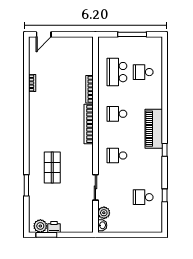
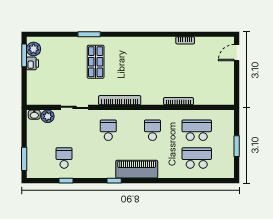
door: (44, 34) -> (237, 53), hinge flipped
window: (132, 34) -> (237, 146), width x0.69
school desk: (143, 72) -> (197, 158), width x1.85
bookcase: (89, 124) -> (120, 100), moved
shop shelf: (52, 167) -> (96, 62), turned 90
window: (26, 185) -> (89, 34), moved
window: (144, 235) -> (24, 159), added

